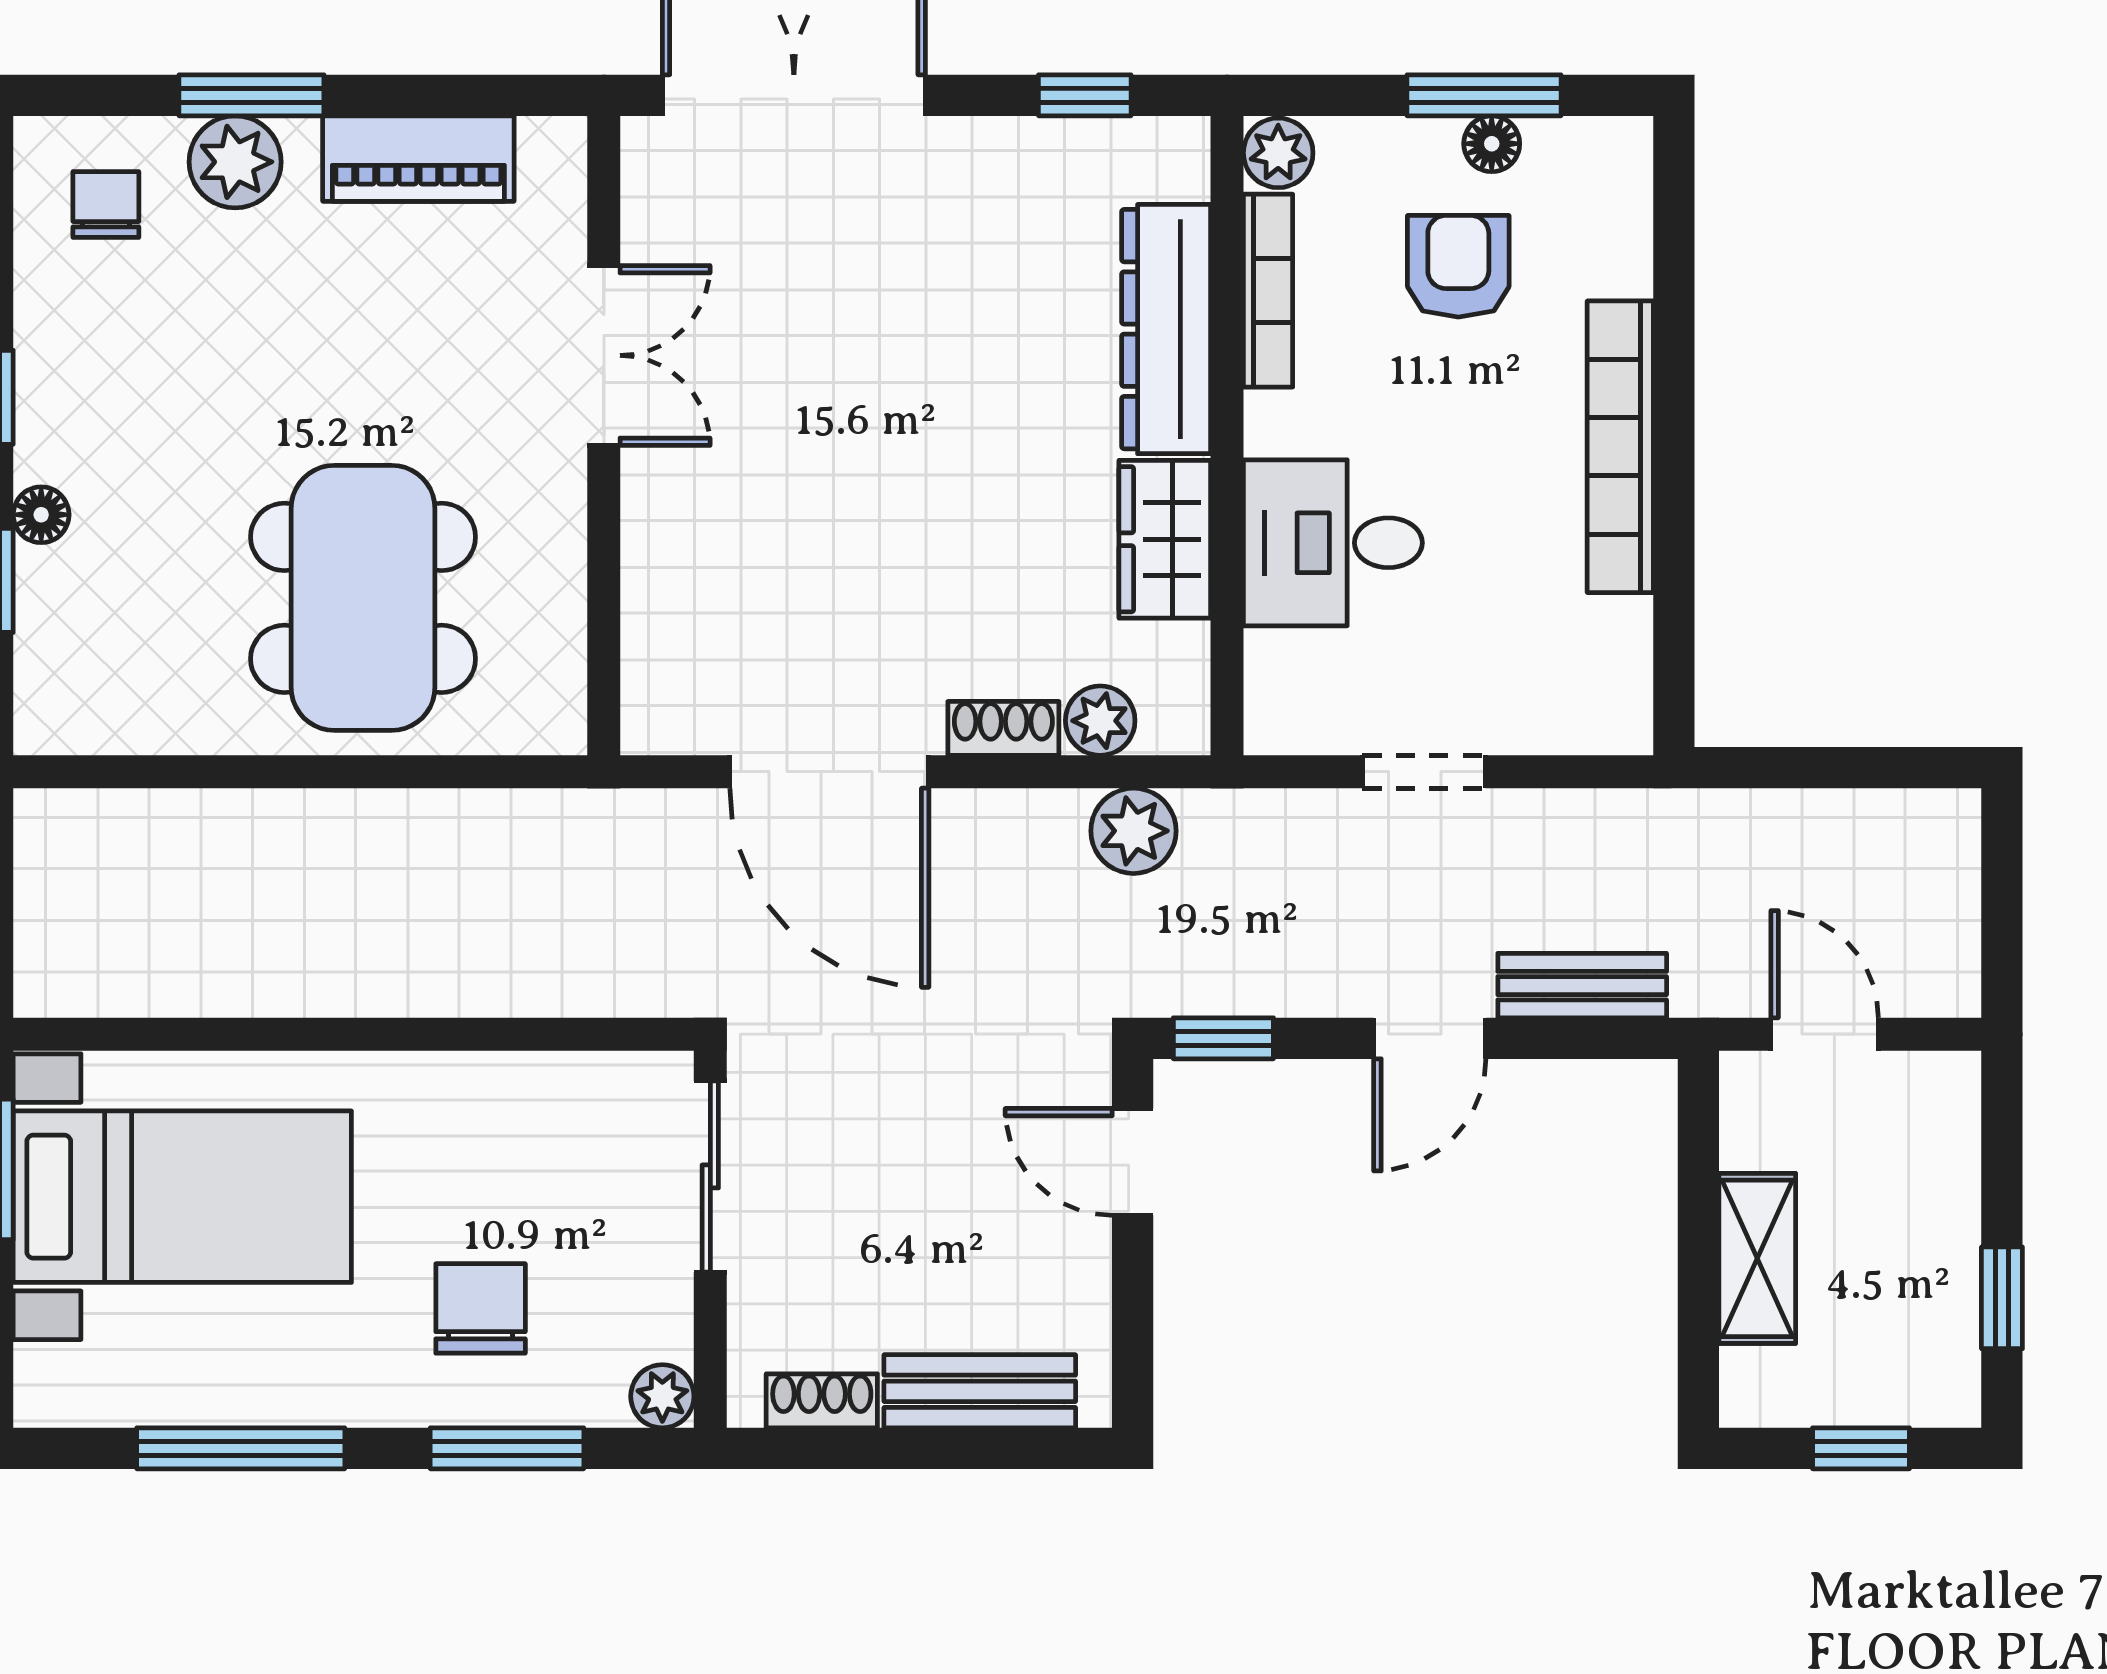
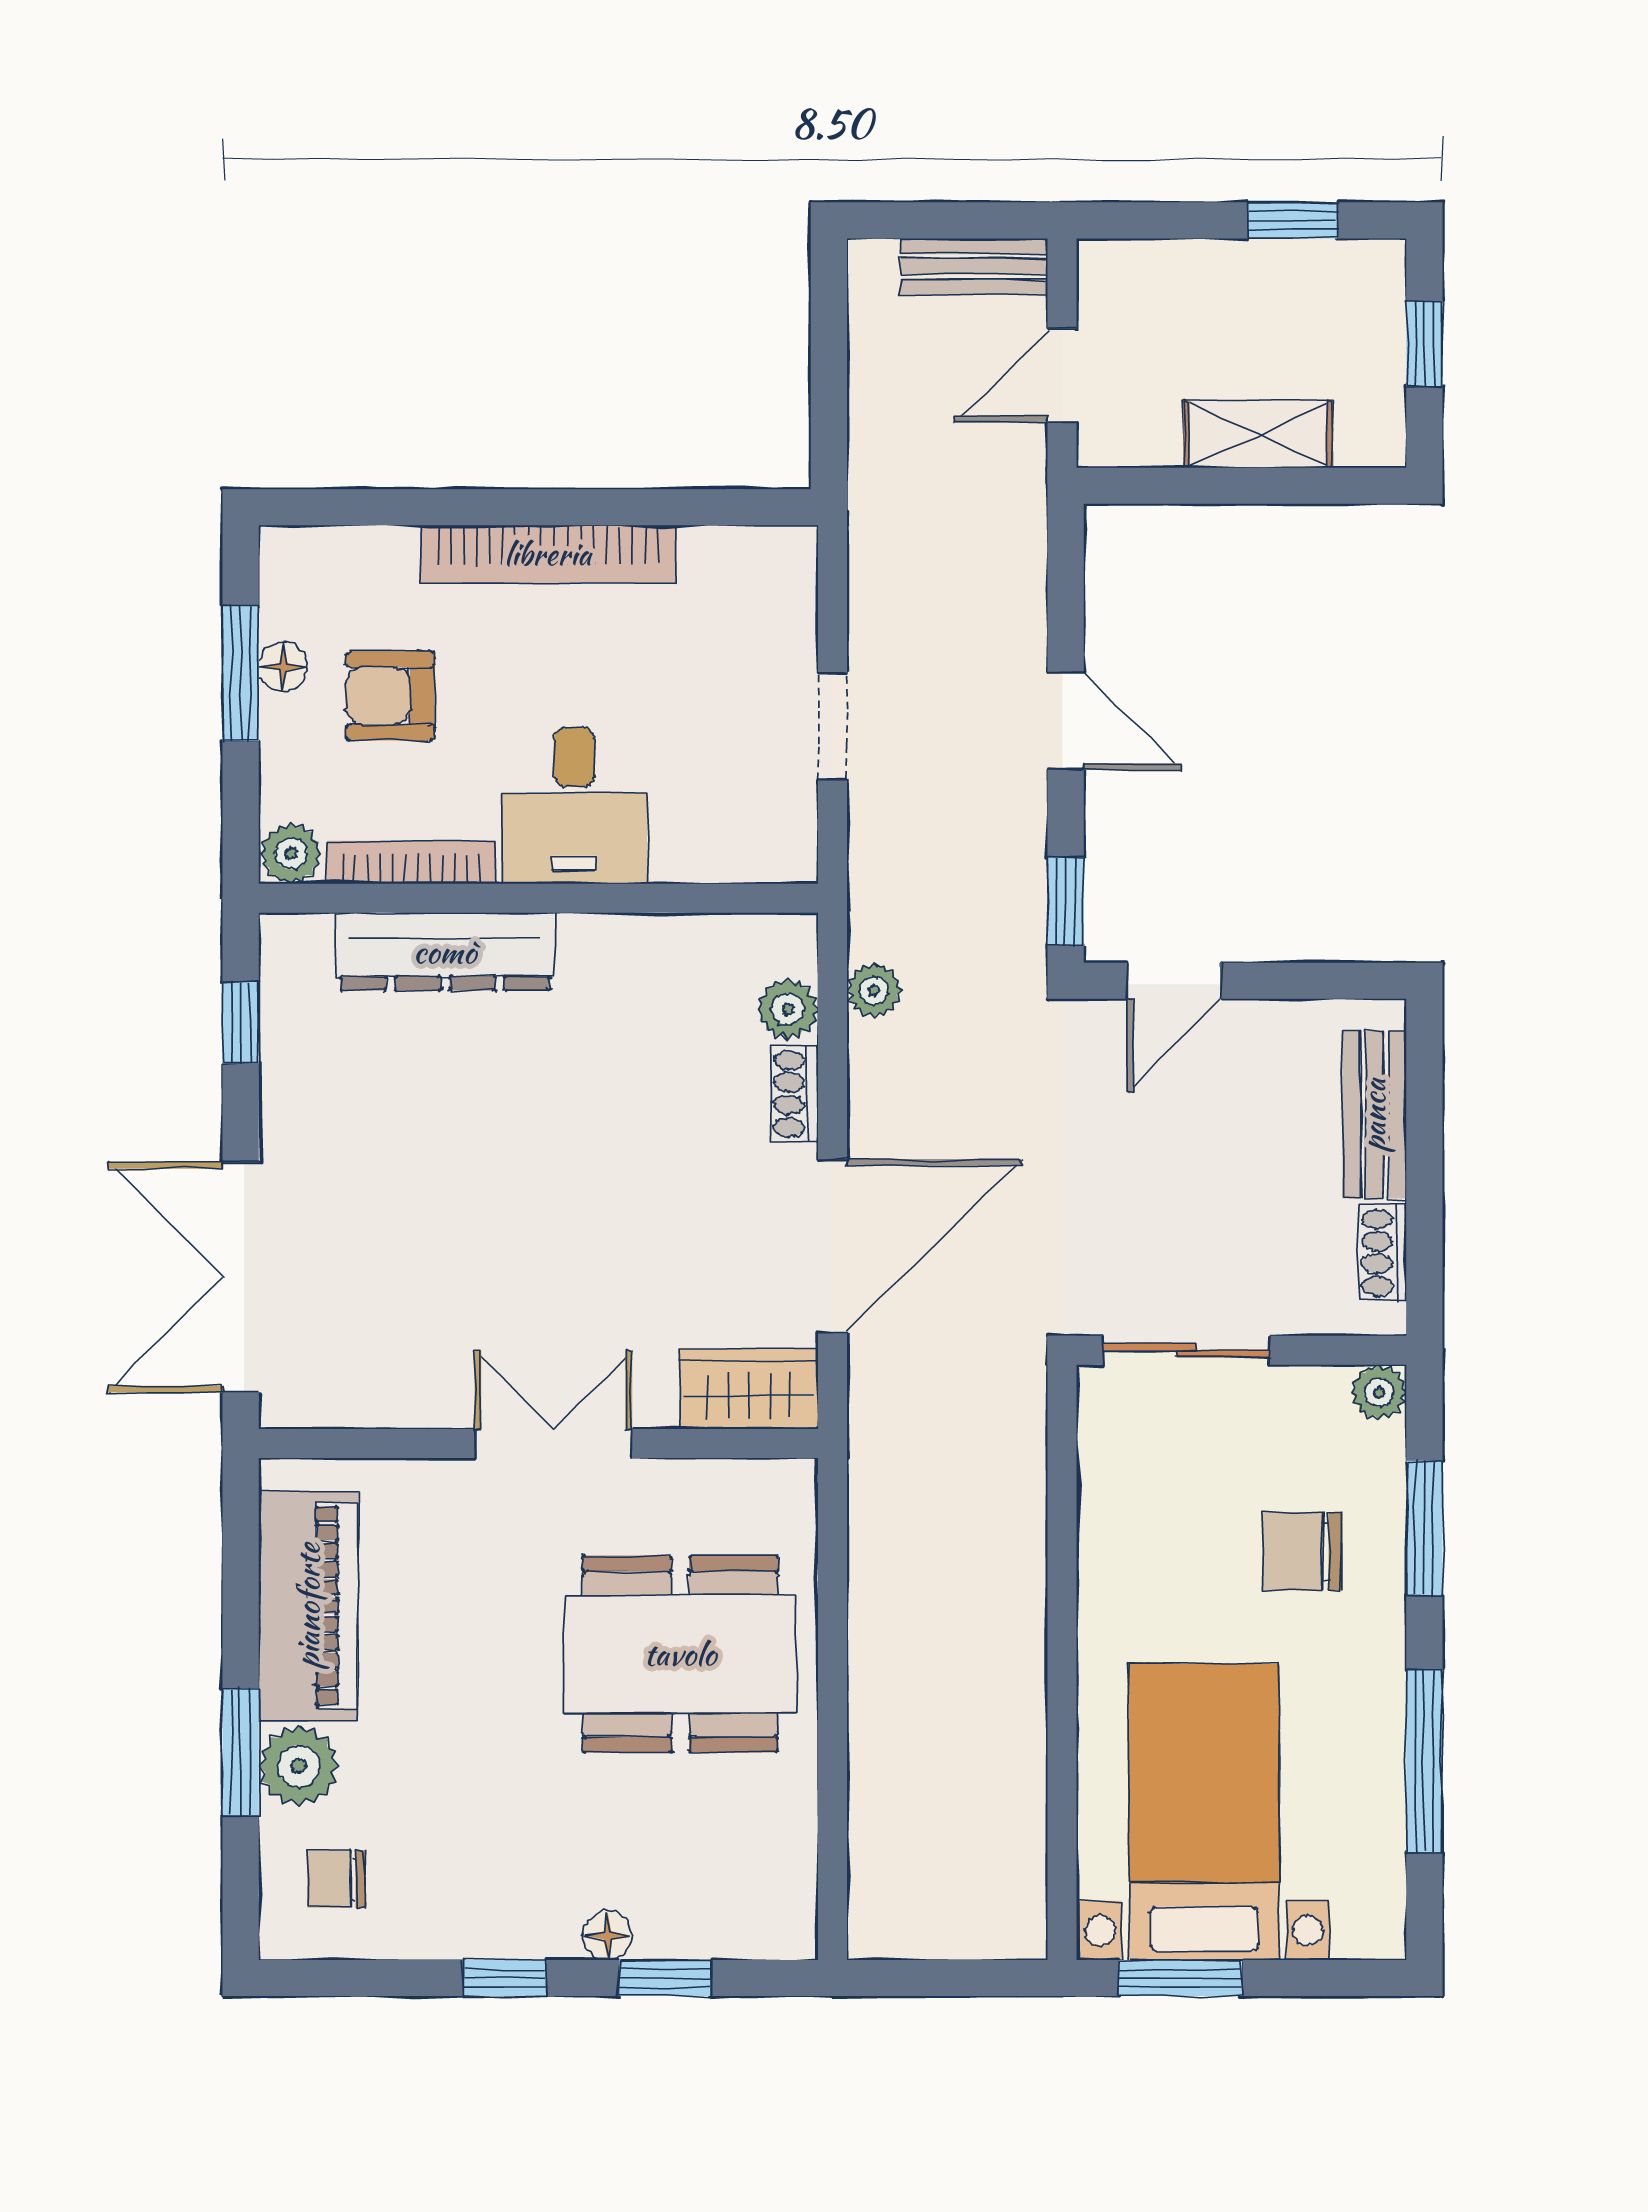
piano: (418, 159) -> (308, 1606), width x1.37, depth x1.33
double door: (604, 355) -> (553, 1444), moved
wardrobe: (1165, 539) -> (749, 1389), moved, turned 180
desk: (1333, 543) -> (574, 806), moved
plant: (1133, 831) -> (874, 990), width x0.73, depth x0.73
bench: (1582, 986) -> (974, 266), moved, turned 90

